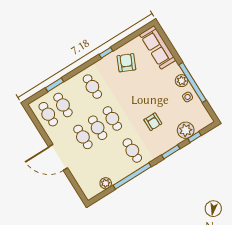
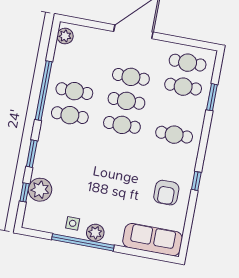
armchair: (126, 63) -> (166, 193), turned 66
armchair: (153, 122) -> (80, 164), removed
cafe table: (118, 160) -> (74, 91), added
plant: (106, 183) -> (65, 36), moved

